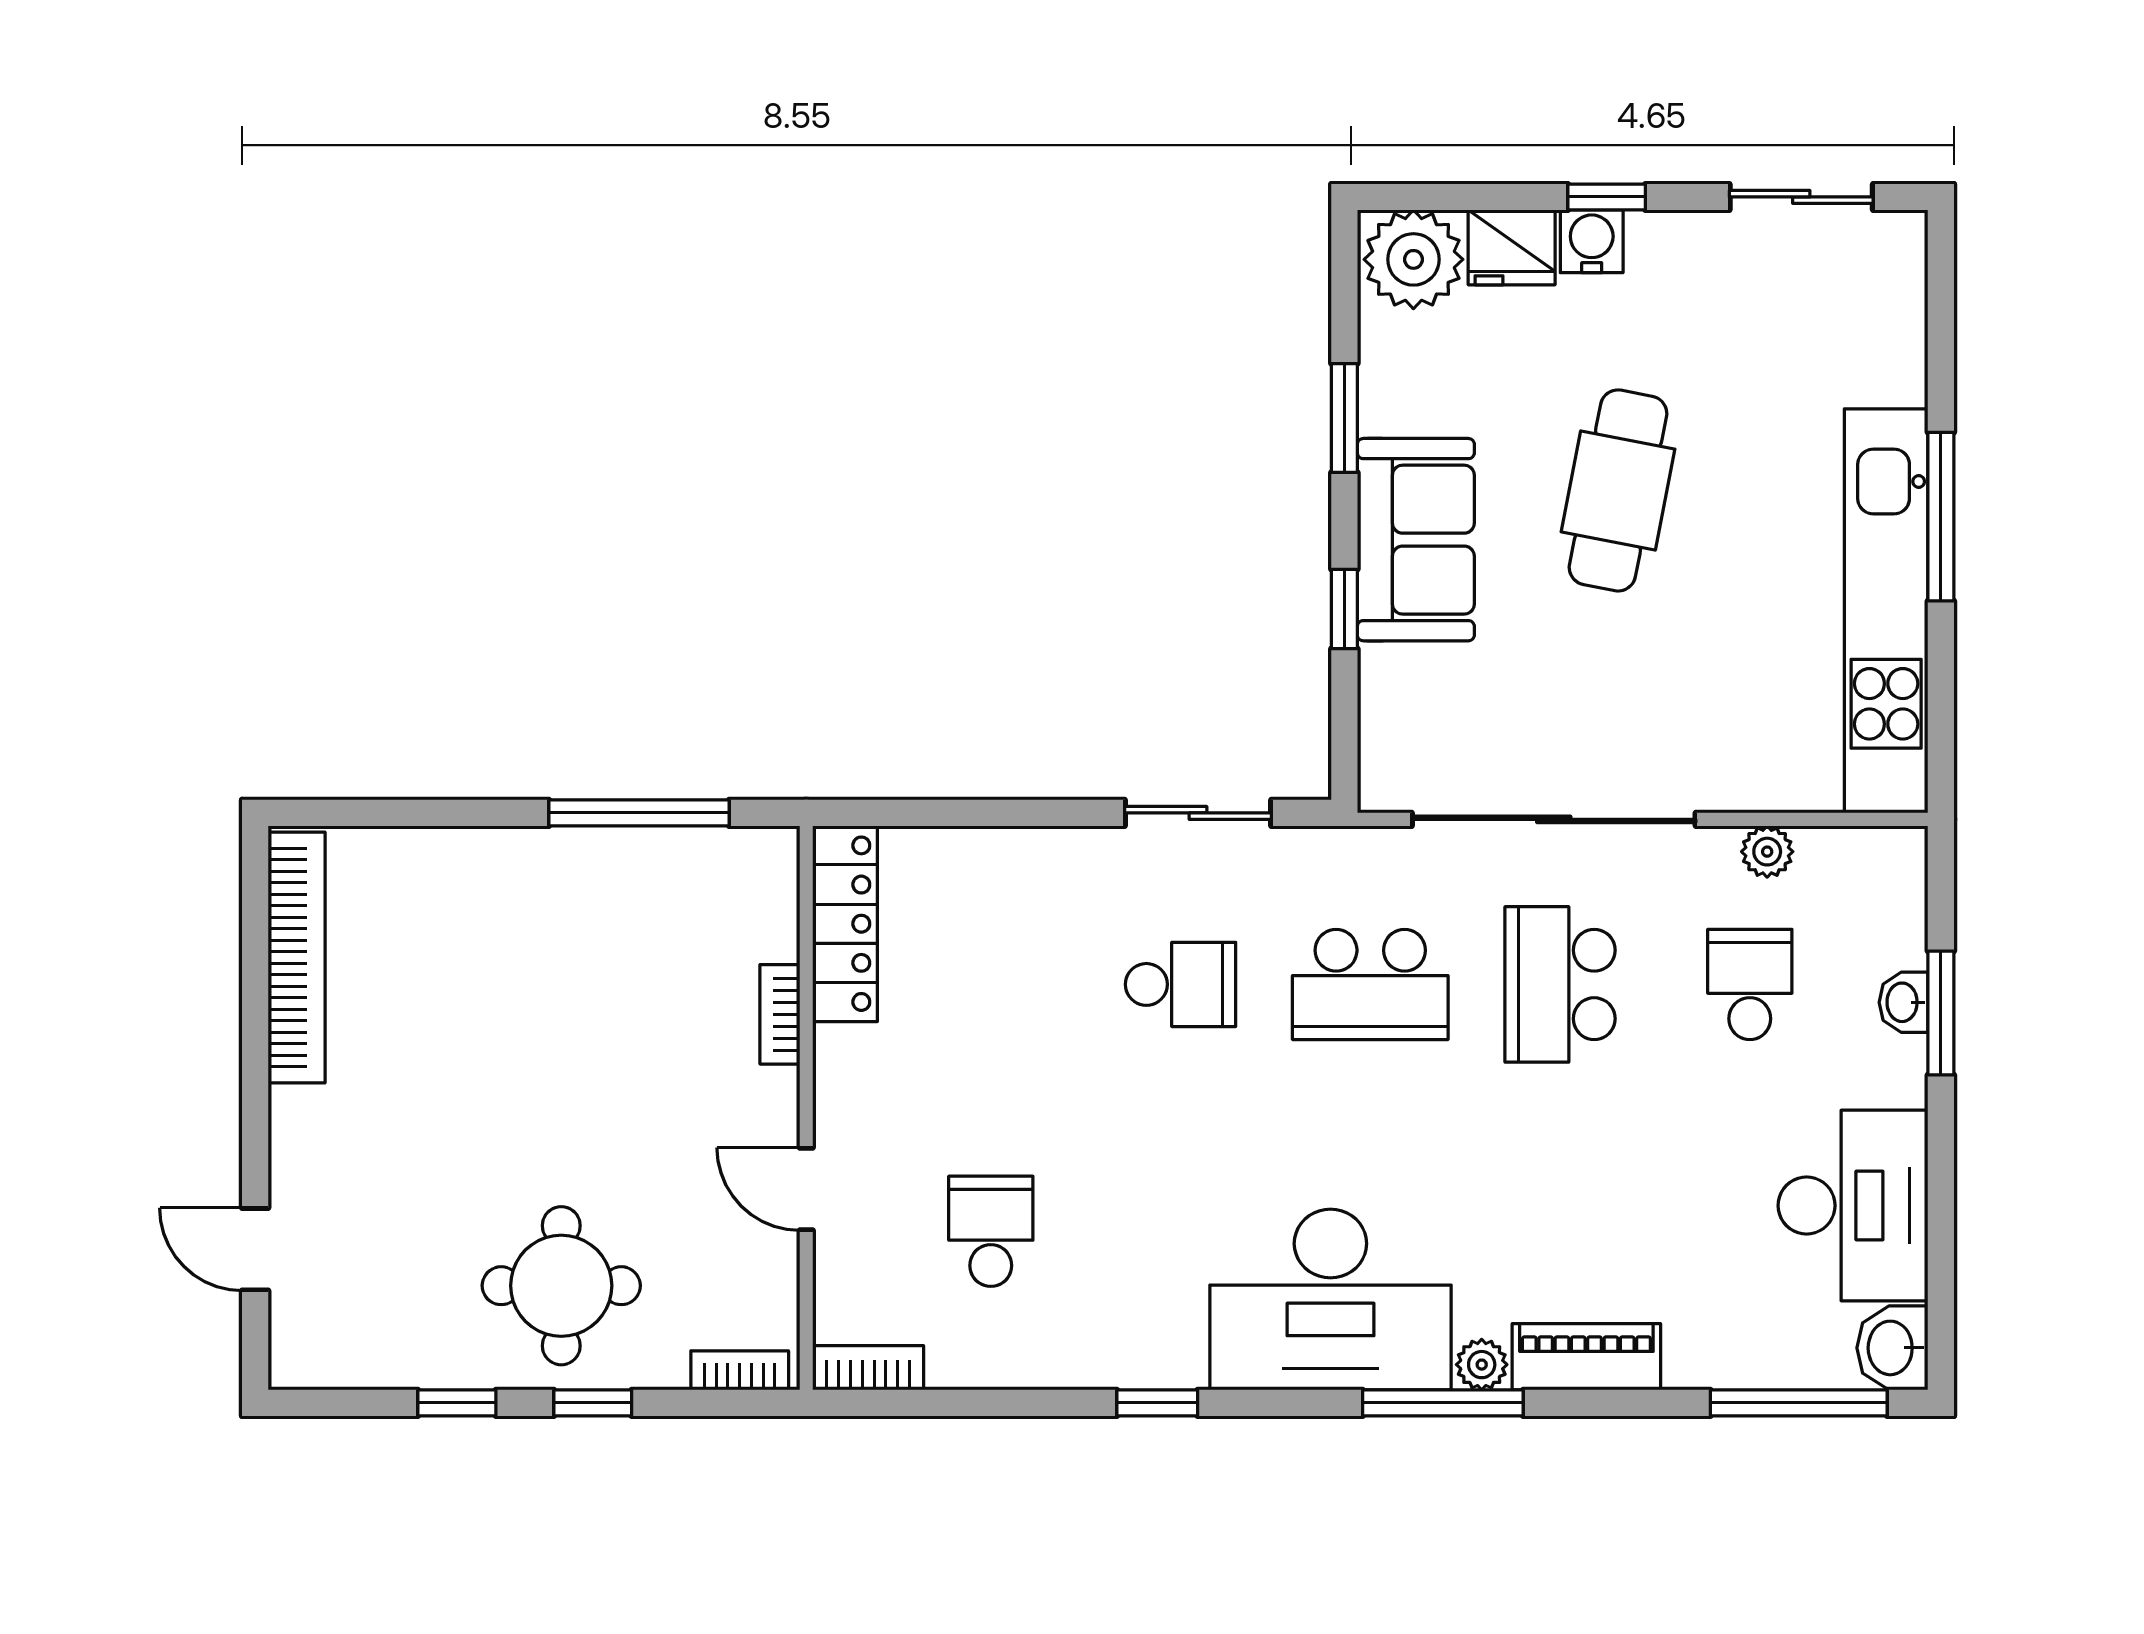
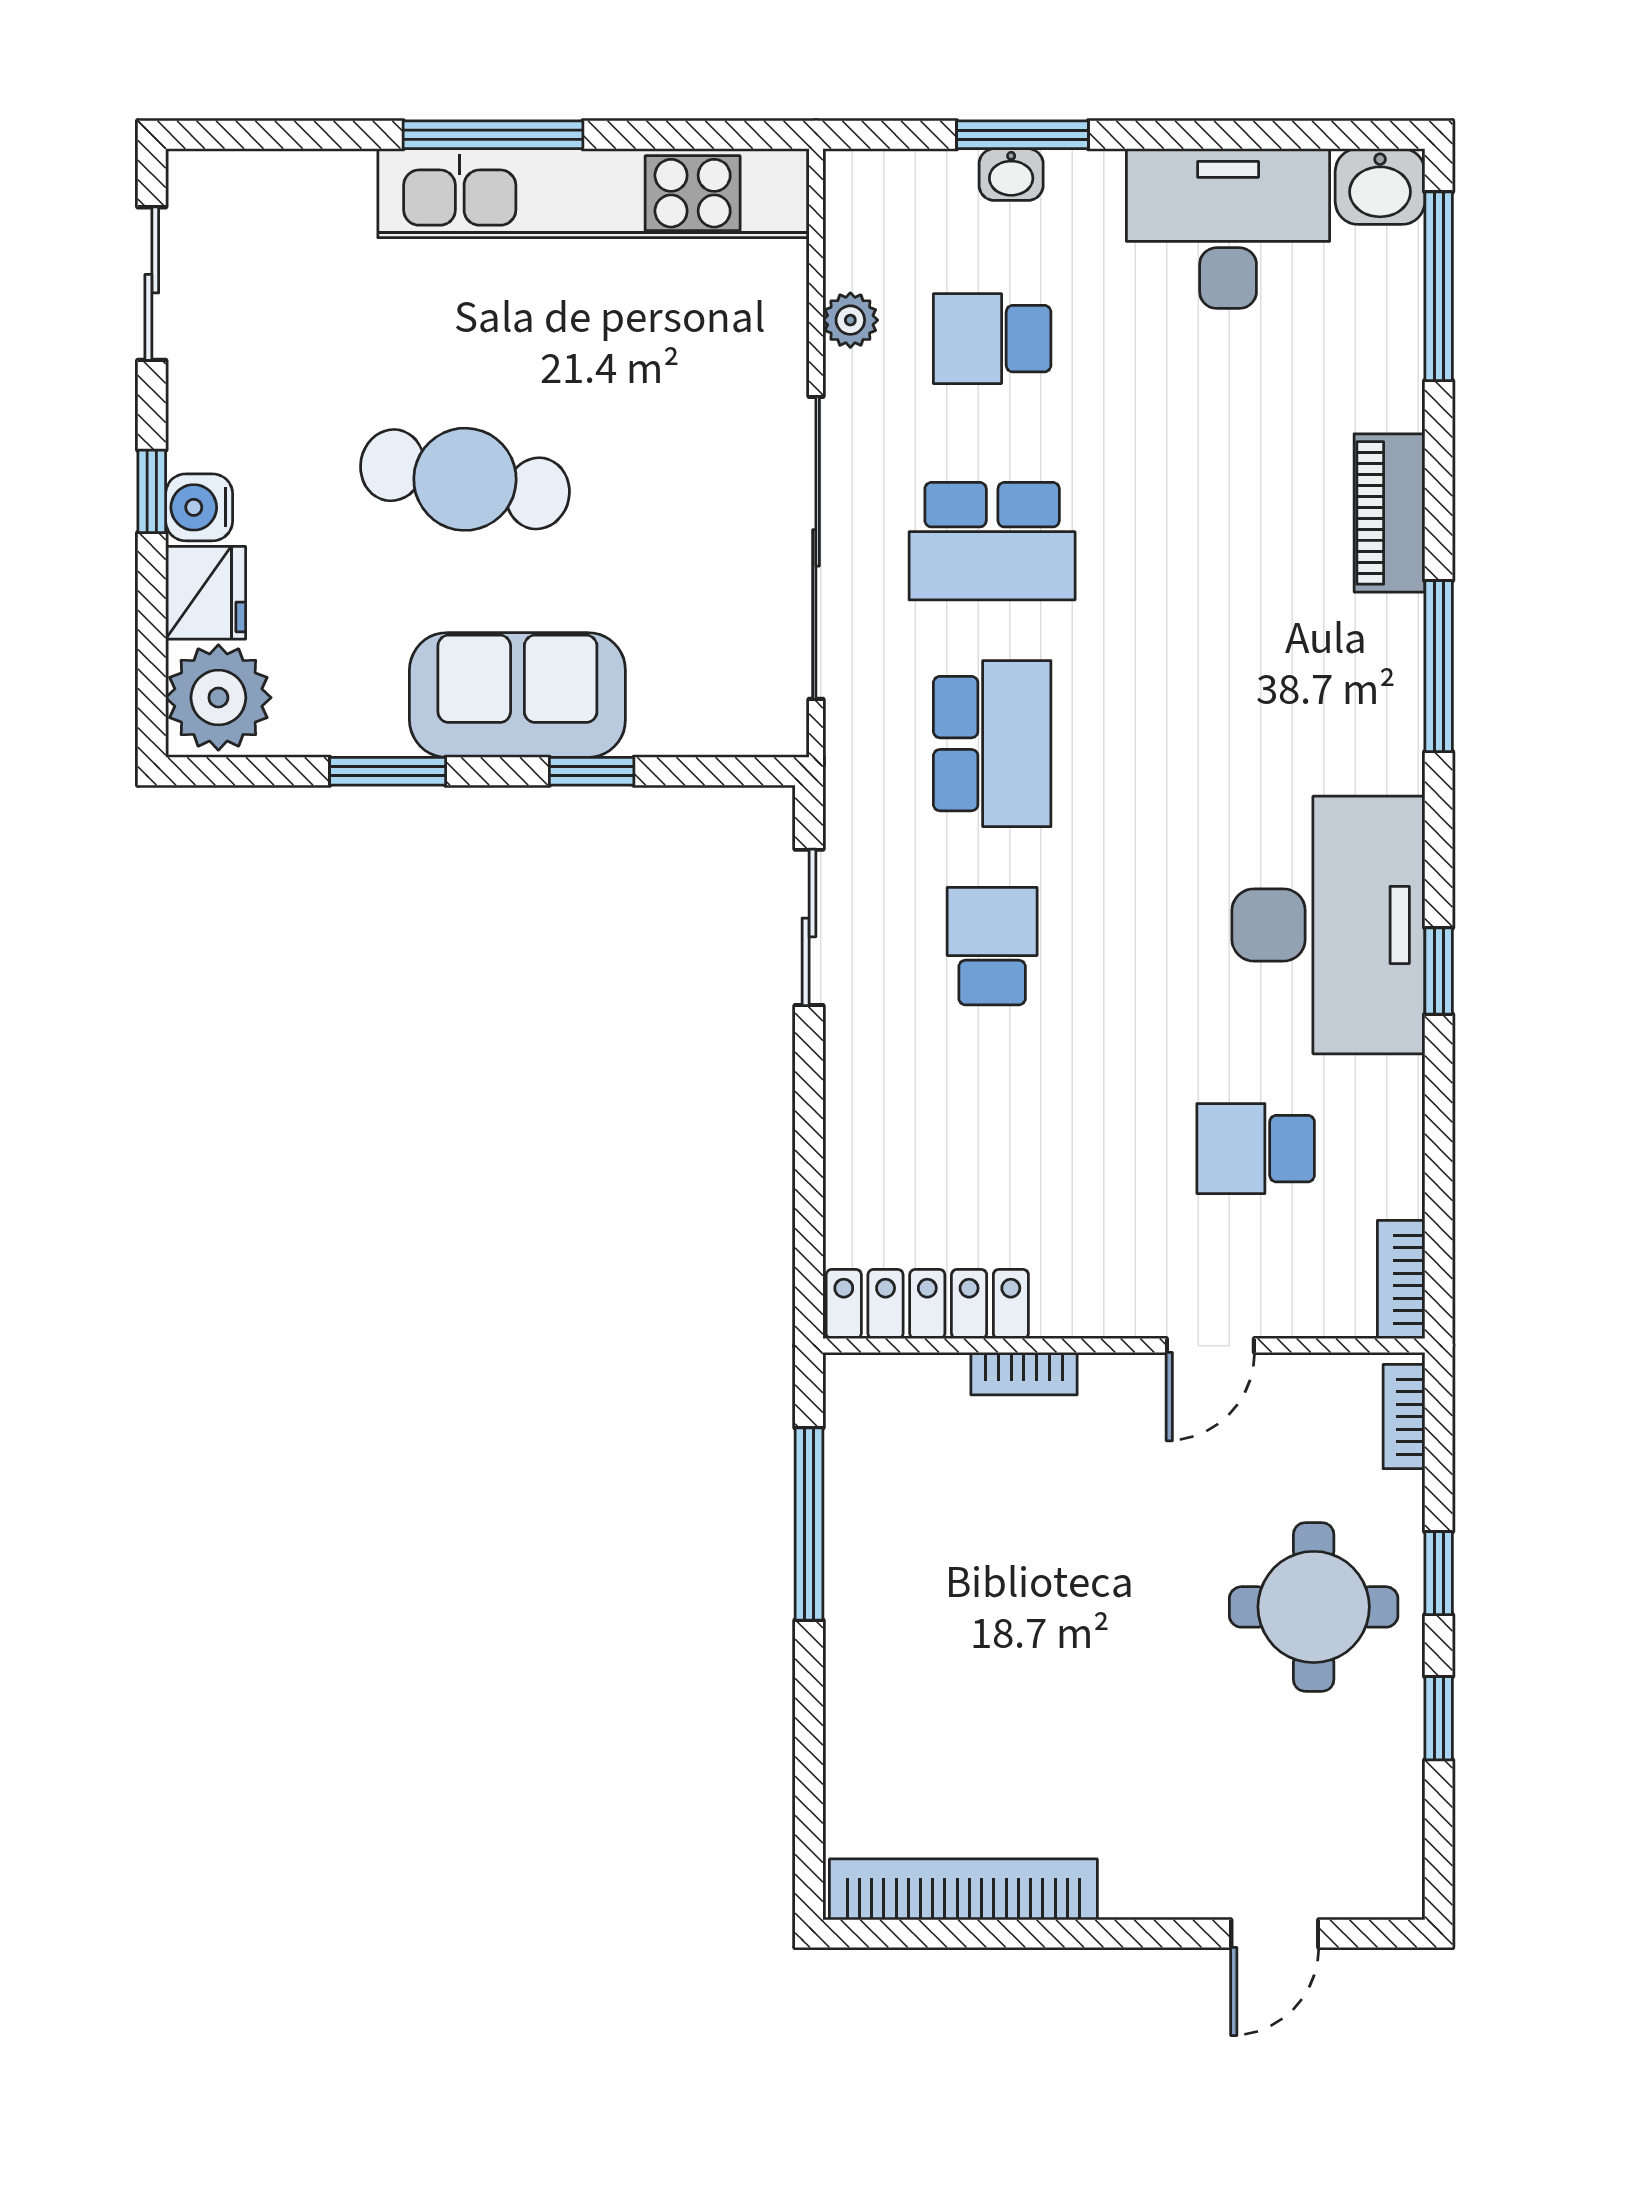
desk: (1330, 1300) -> (1328, 925), moved
plant: (1482, 1365) -> (1398, 625), removed

